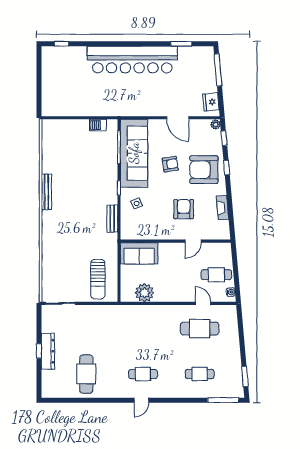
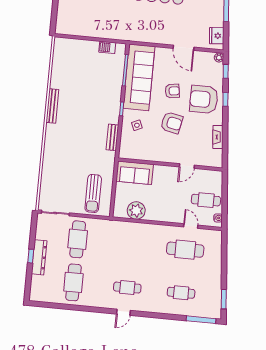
armchair: (184, 209) -> (172, 123), moved, turned 102
cafe table: (86, 329) -> (78, 239), added

